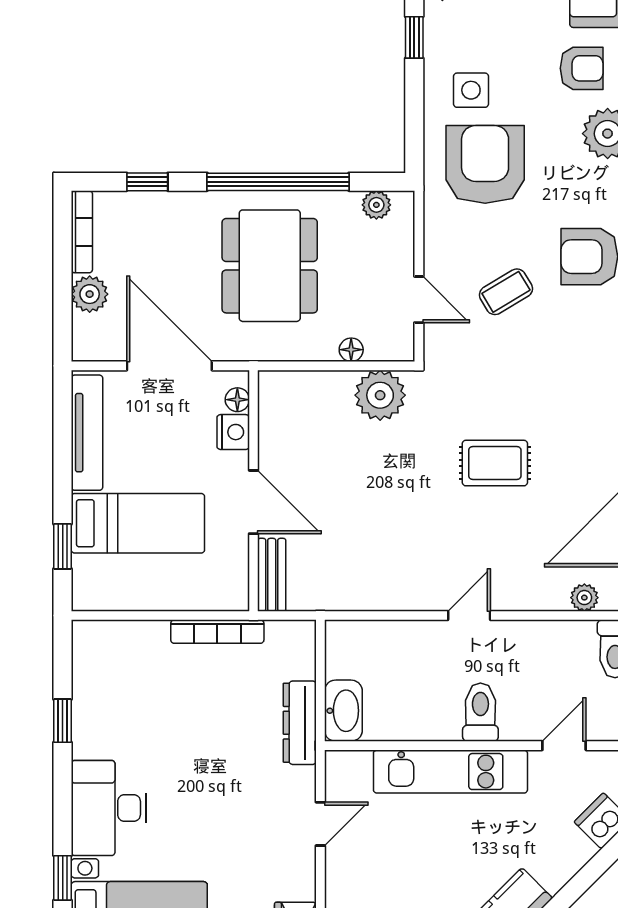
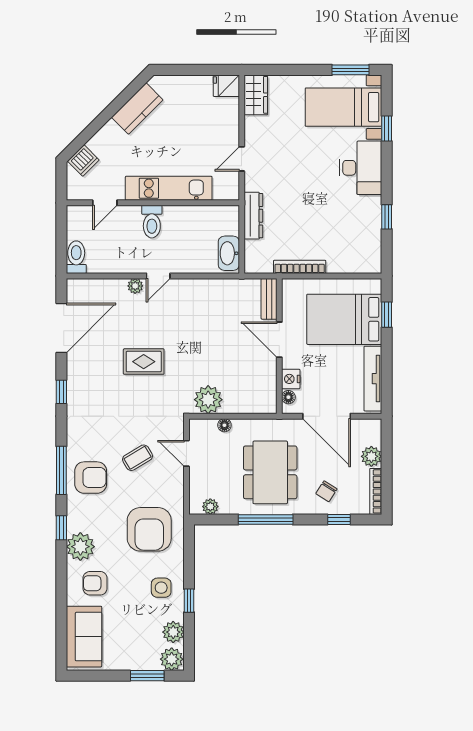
side table: (471, 90) -> (161, 588), moved
window: (278, 182) -> (266, 519), width x0.68
chair: (170, 232) -> (326, 491), added
bed: (138, 523) -> (344, 319), width x1.50
plant: (584, 598) -> (135, 286), moved
washbasin: (343, 711) -> (229, 253), moved

